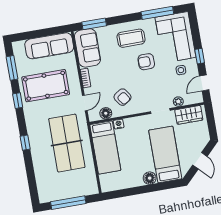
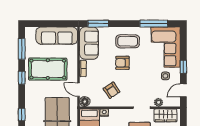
armchair: (146, 62) -> (122, 63), moved
door: (85, 103) -> (78, 90), swing flipped
floor lamp: (106, 113) -> (85, 102), moved

